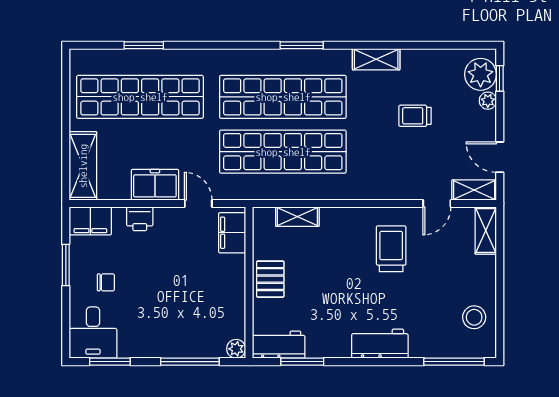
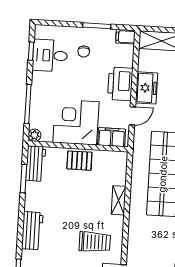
shelving: (297, 217) -> (119, 200), moved
printer: (140, 219) -> (120, 84), width x1.87, depth x1.48
filing cabinet: (90, 221) -> (125, 37), width x0.50
corner desk: (213, 288) -> (76, 122), added
desk: (93, 333) -> (50, 55), moved
window: (110, 362) -> (31, 51), width x0.67

